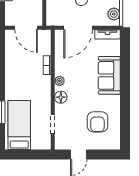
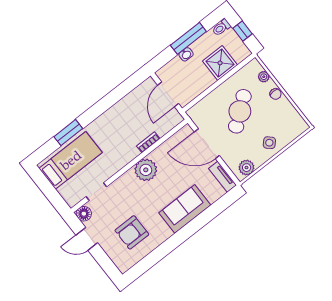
plant: (60, 81) -> (146, 170), width x1.87, depth x1.87
floor lamp: (61, 97) -> (84, 214), moved

